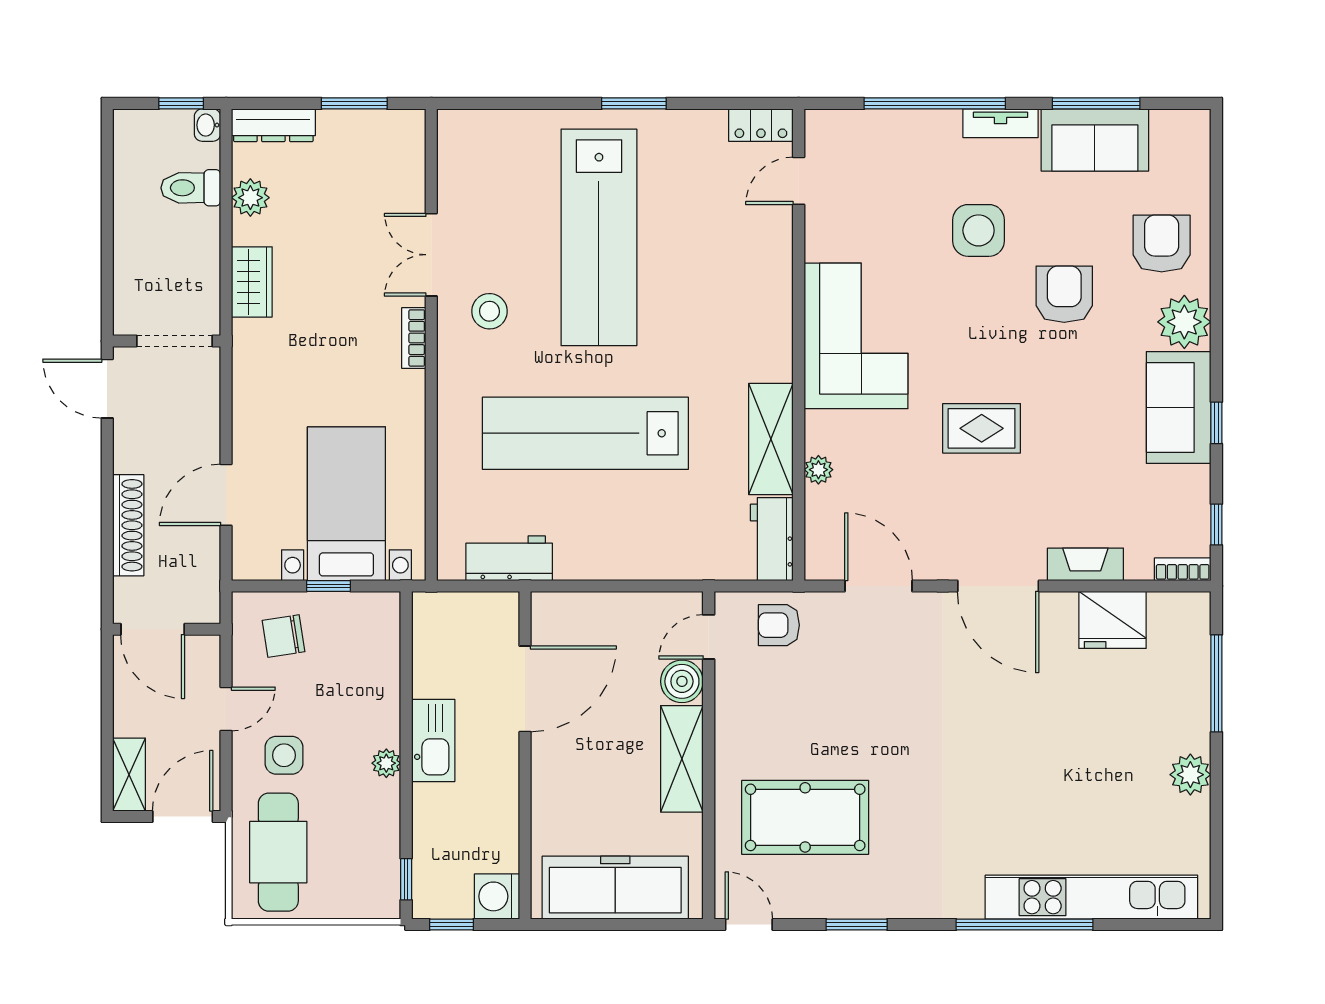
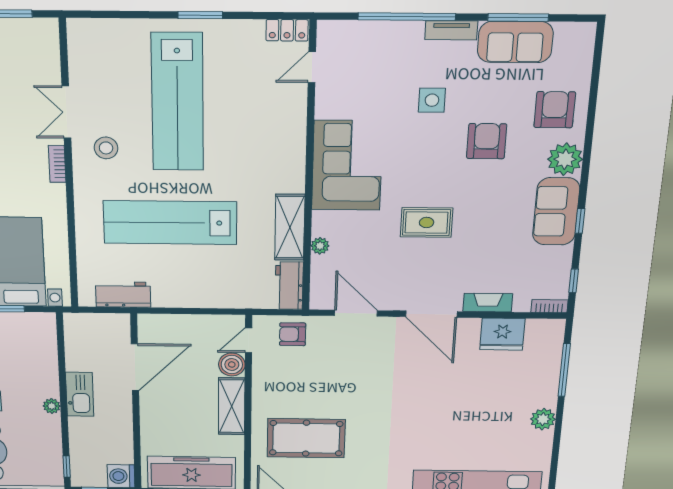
side table: (979, 230) -> (432, 100), width x0.73, depth x0.73

